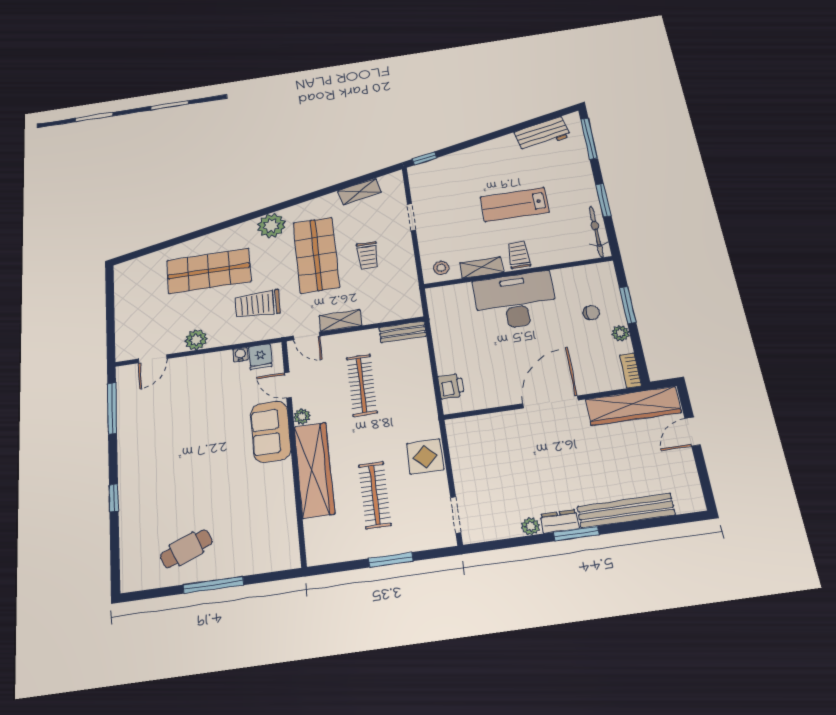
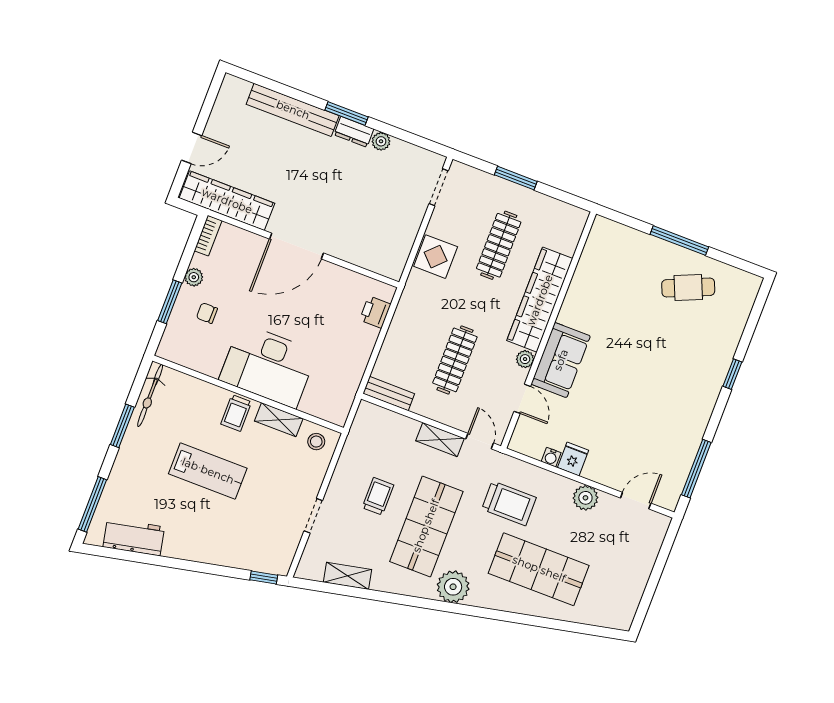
fridge: (260, 357) -> (573, 459), moved

